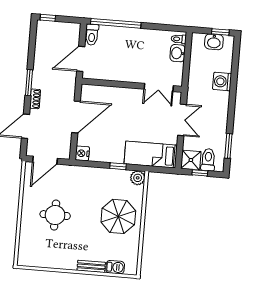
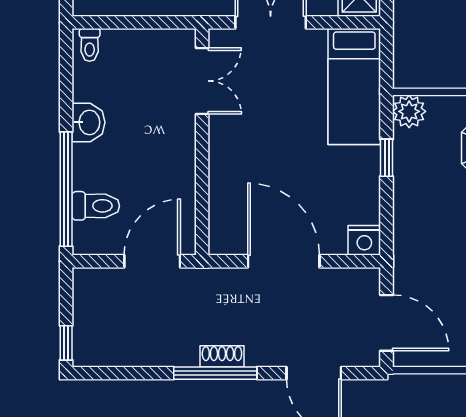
toilet: (92, 35) -> (96, 206), moved
washbasin: (178, 53) -> (88, 122), moved, turned -90
door: (81, 59) -> (152, 261), swing flipped
window: (29, 83) -> (215, 373), width x1.44
shoe rack: (35, 99) -> (222, 356), moved

